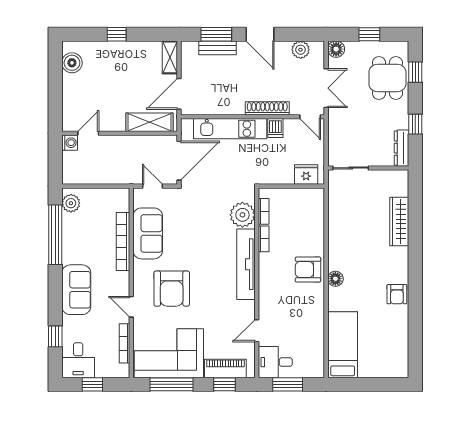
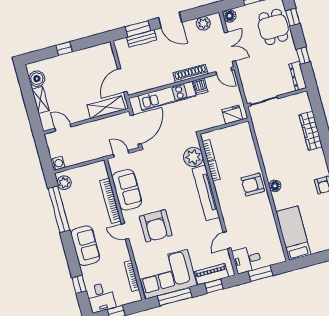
shelving: (170, 57) -> (41, 100), moved
door: (88, 133) -> (63, 128), hinge flipped
washing machine: (70, 143) -> (58, 163), moved
door: (131, 307) -> (125, 231), moved

